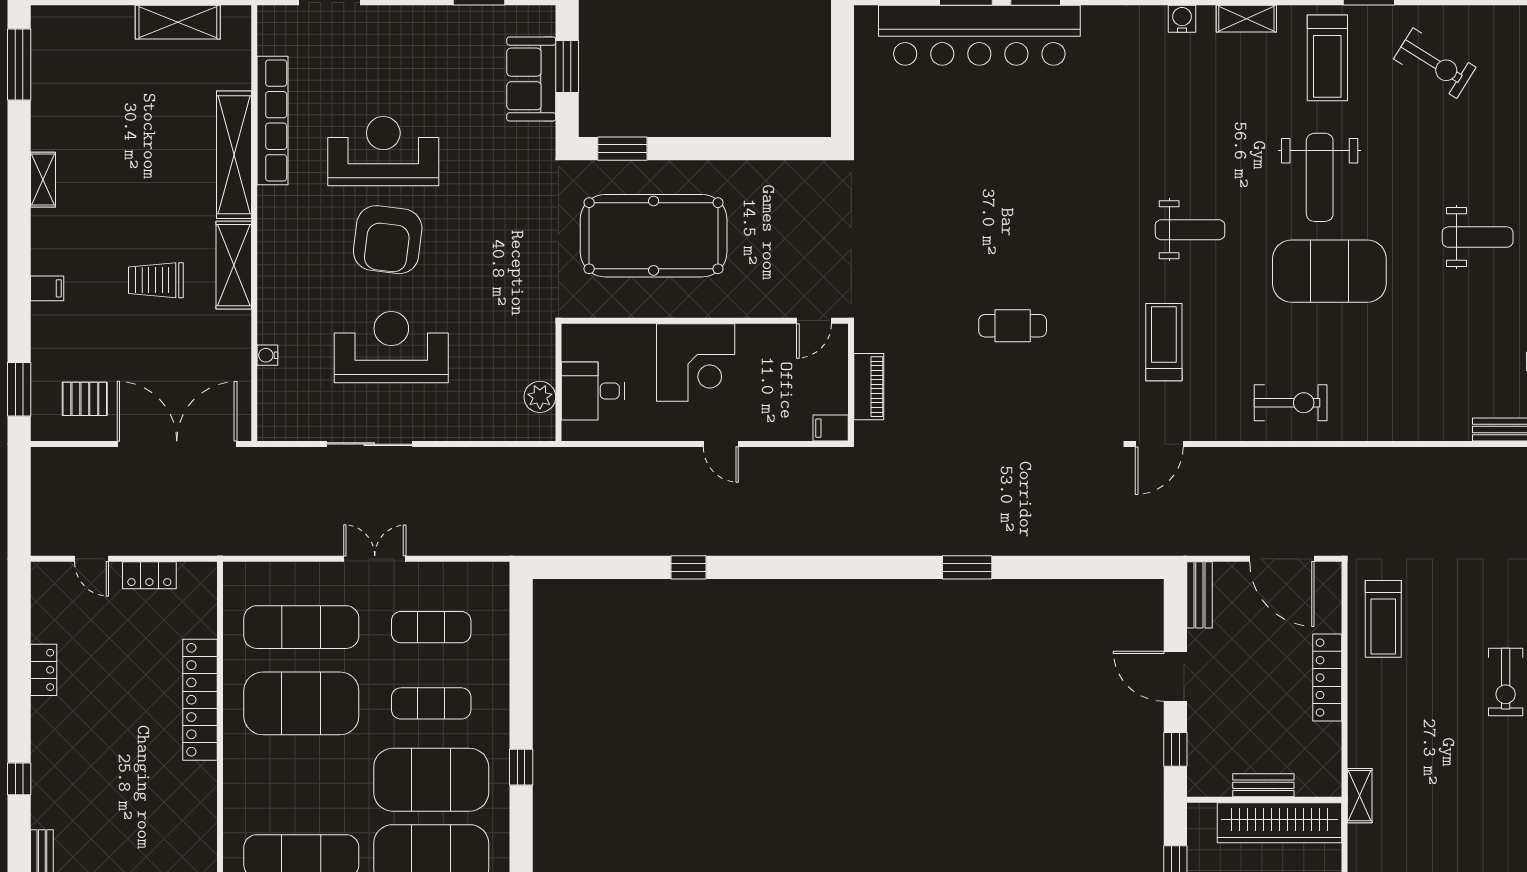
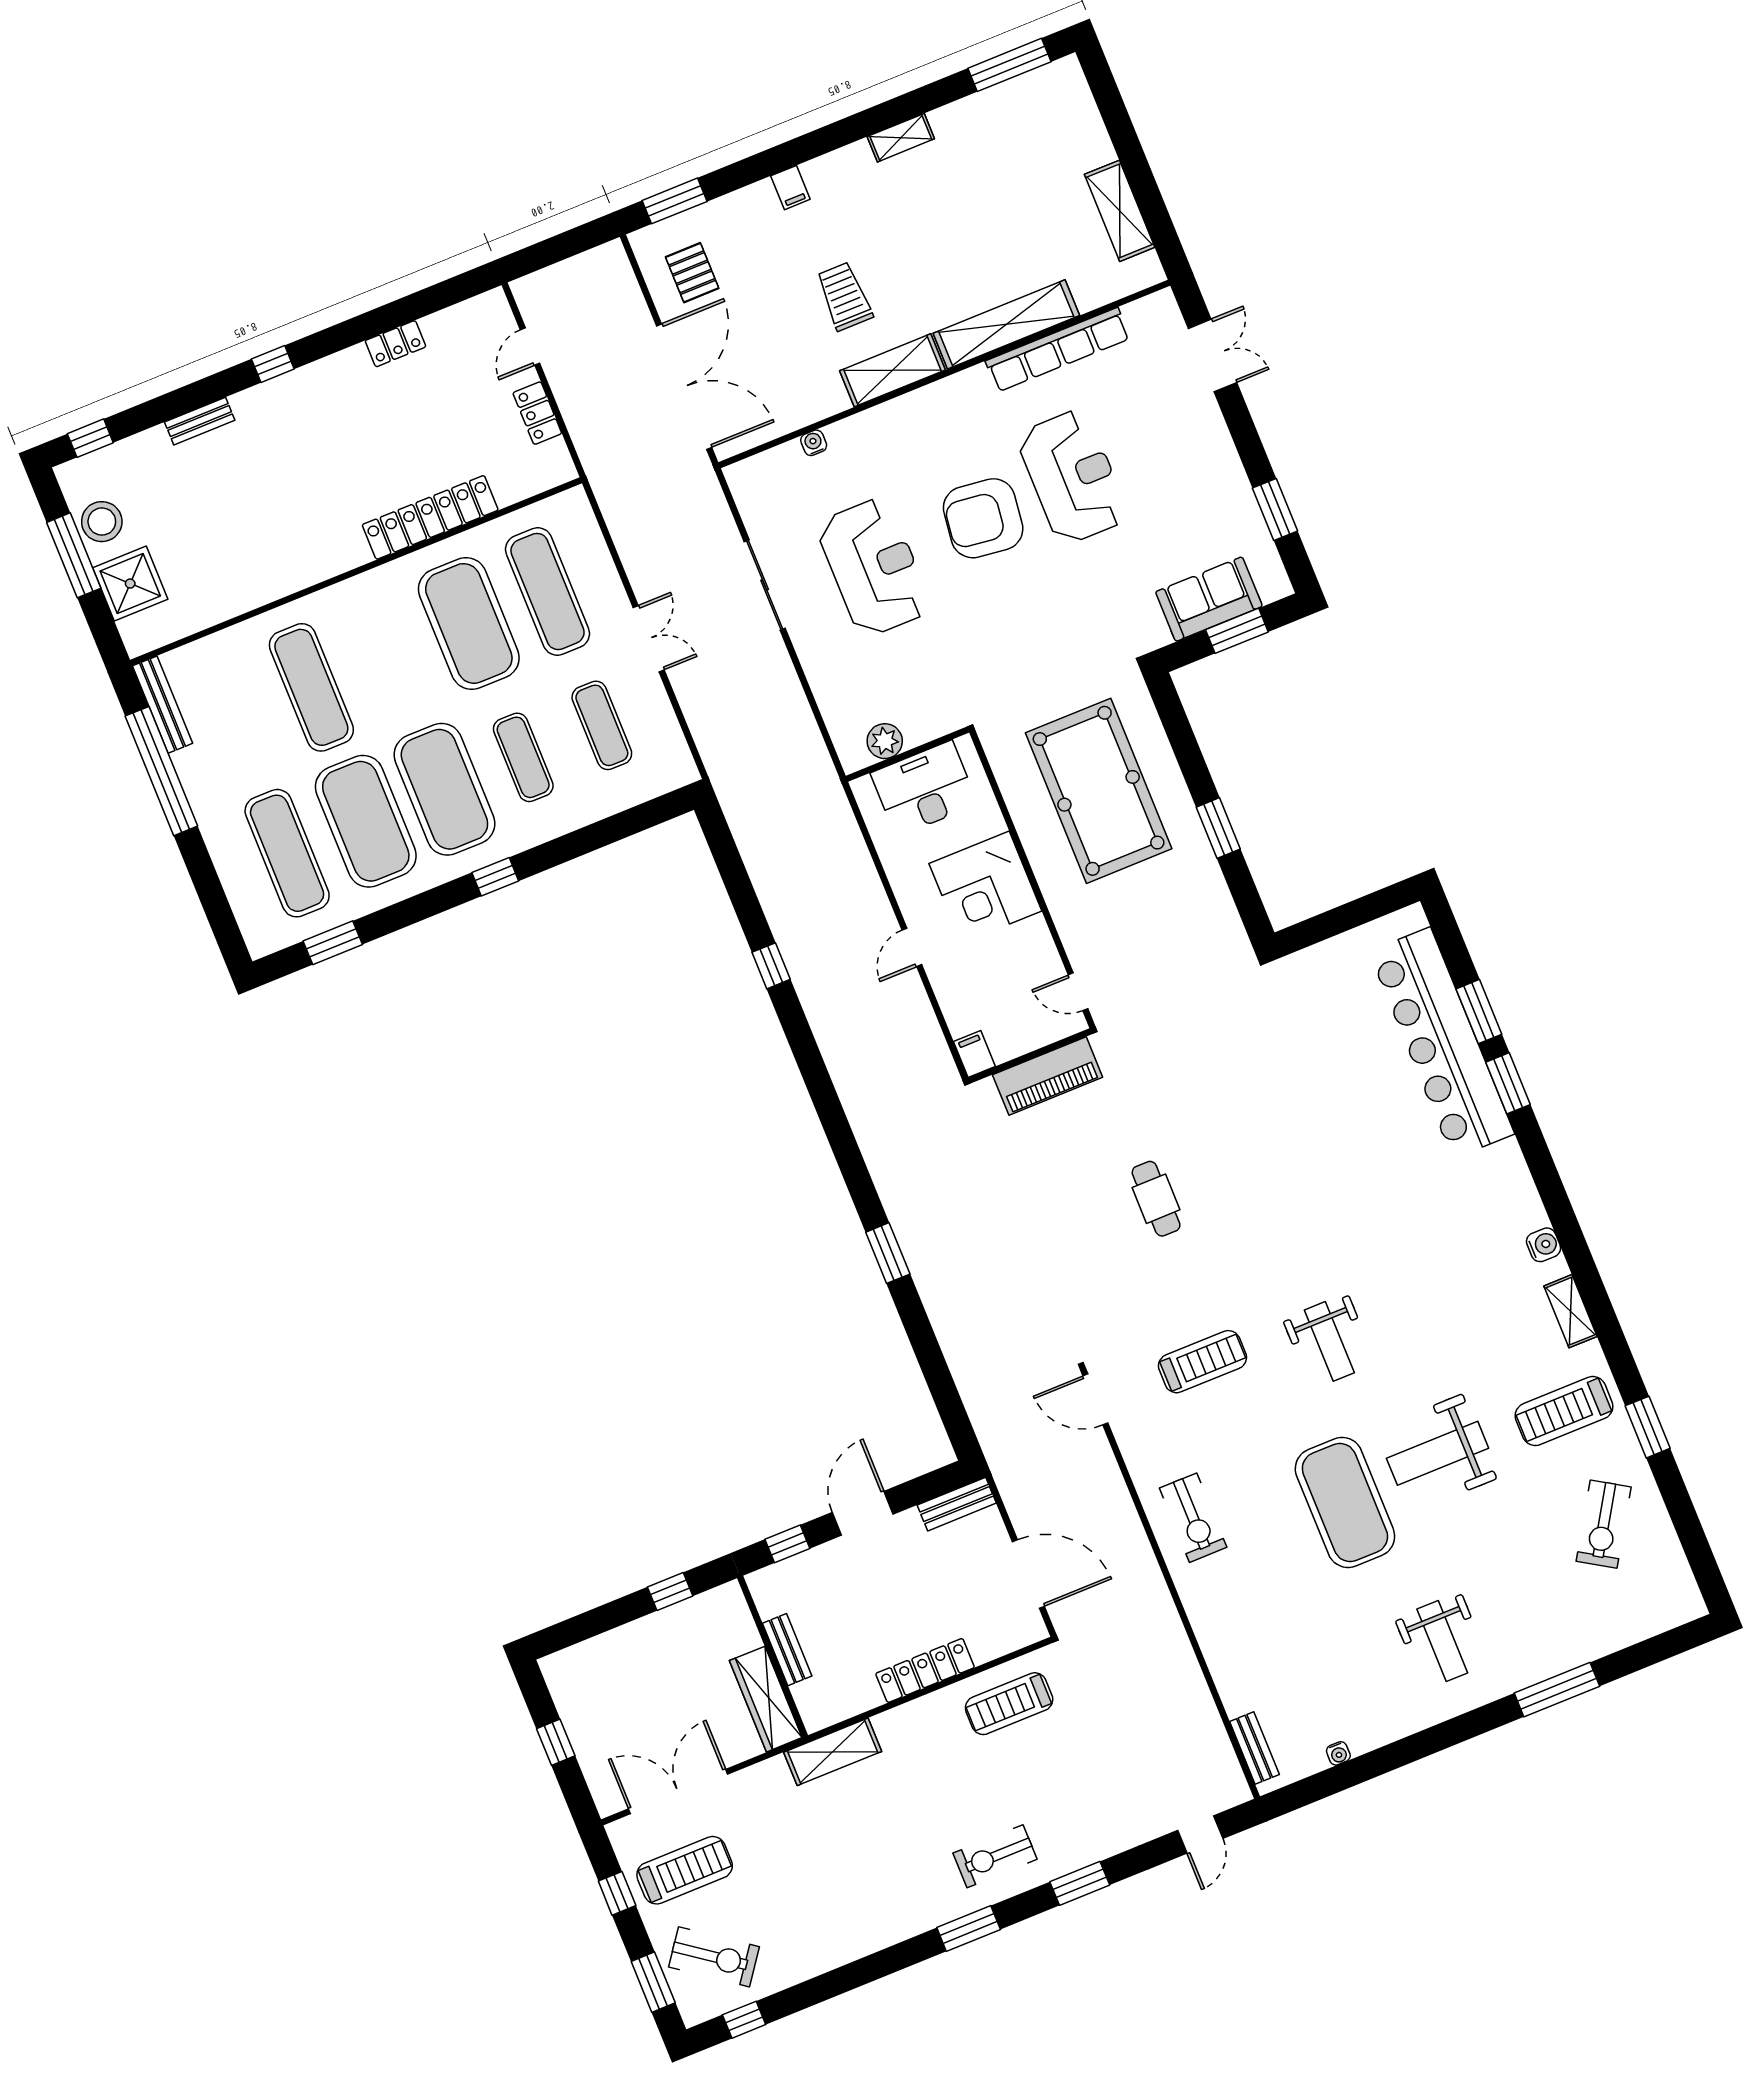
window: (622, 149) -> (1218, 828), moved
piano: (869, 387) -> (1048, 1076), width x1.37, depth x1.33
desk: (593, 391) -> (924, 789), width x1.37
door: (1282, 559) -> (1028, 1574), swing flipped
shelving: (1360, 796) -> (833, 1752), width x1.50, depth x1.33
wardrobe: (1279, 823) -> (766, 1699), width x0.71, depth x0.85

